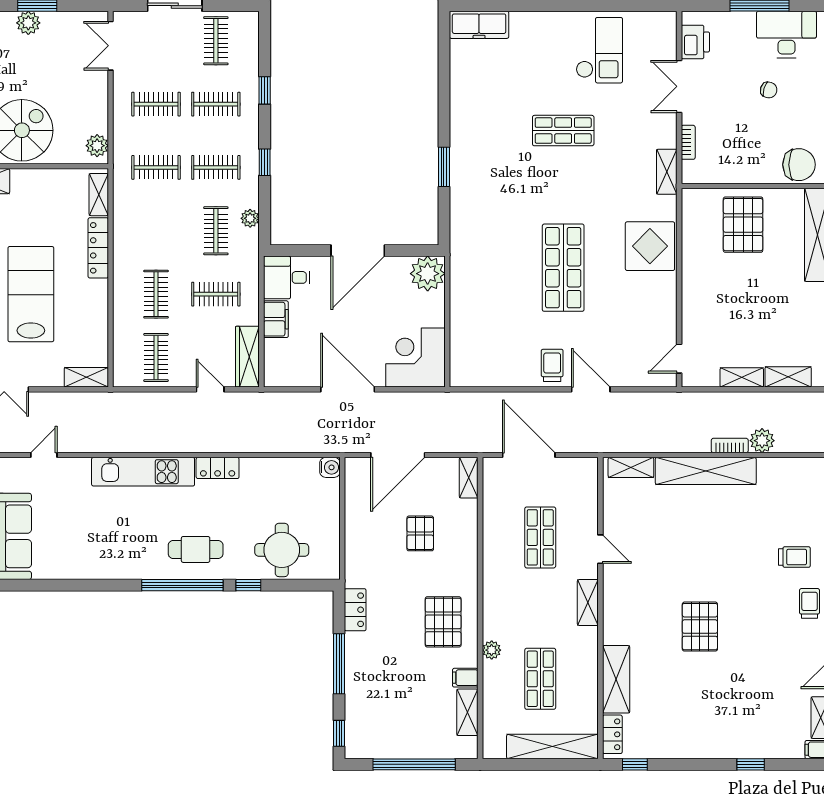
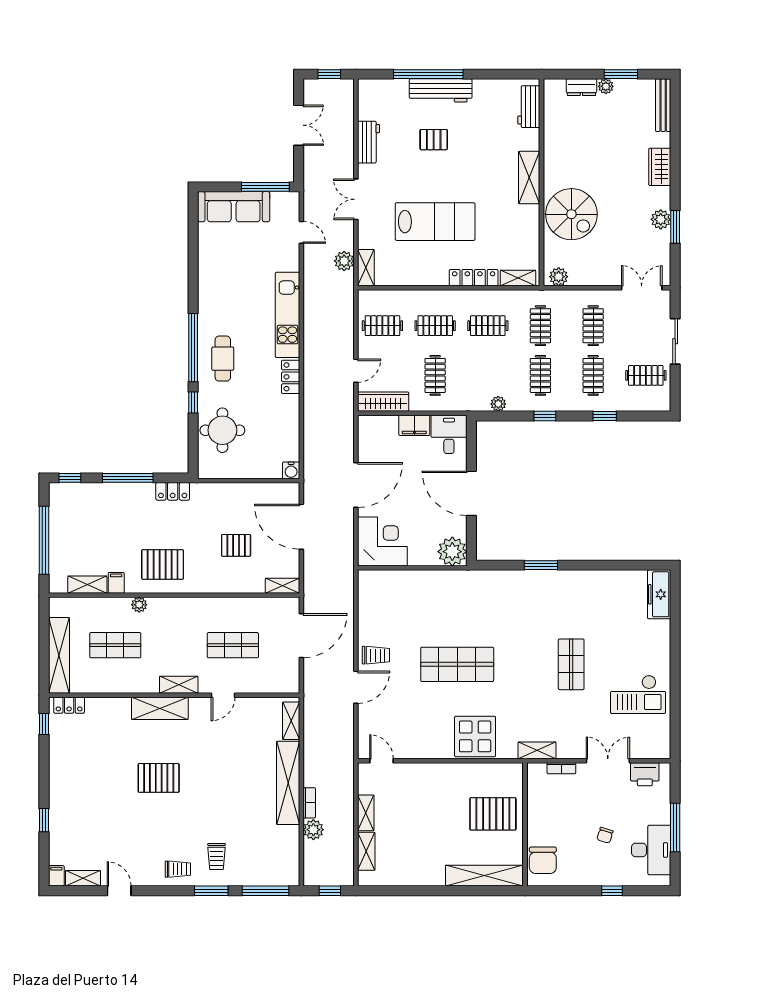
clothes rail: (216, 231) -> (488, 326), moved
plant: (78, 404) -> (344, 261), added
shelving: (616, 679) -> (160, 708), moved

